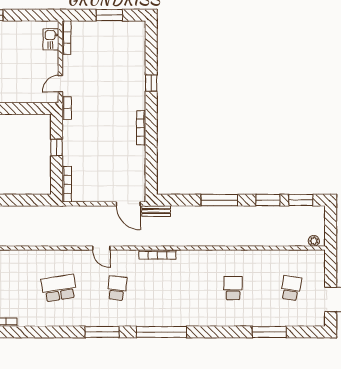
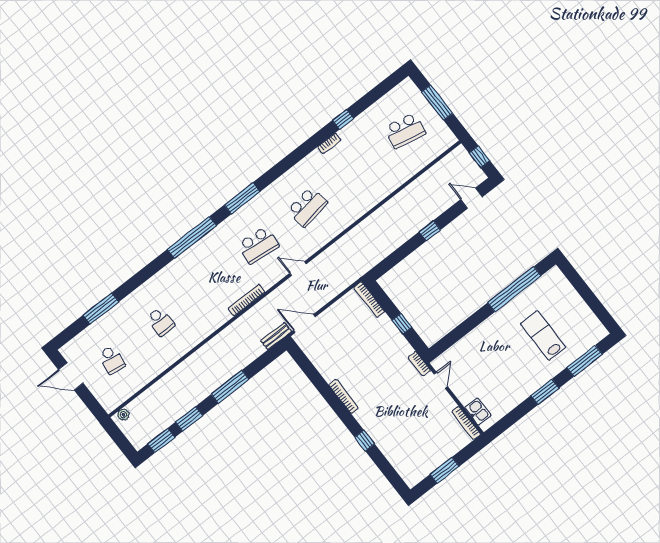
school desk: (117, 288) -> (258, 245), width x1.85

